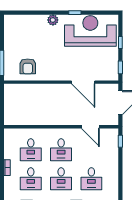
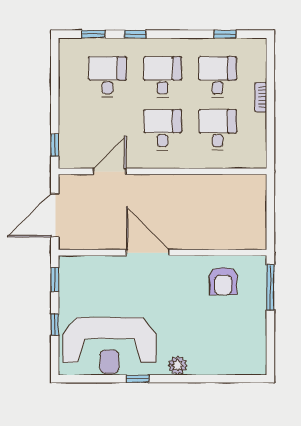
armchair: (28, 66) -> (223, 281), turned 180
door: (83, 82) -> (148, 253), moved
door: (90, 127) -> (110, 171), hinge flipped

